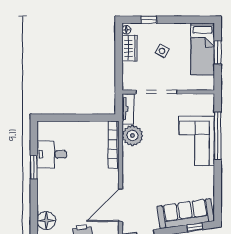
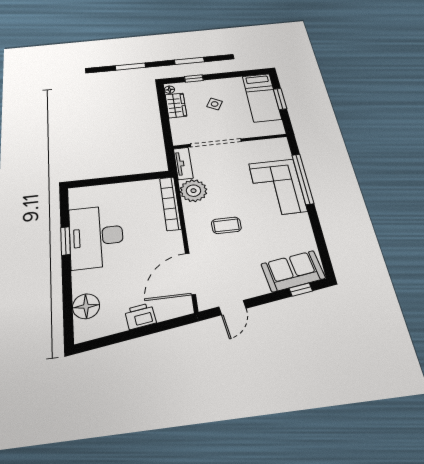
desk: (52, 154) -> (96, 237), width x1.87, depth x1.30
coffee table: (152, 169) -> (226, 225), added
sofa: (186, 214) -> (293, 271), width x0.73

